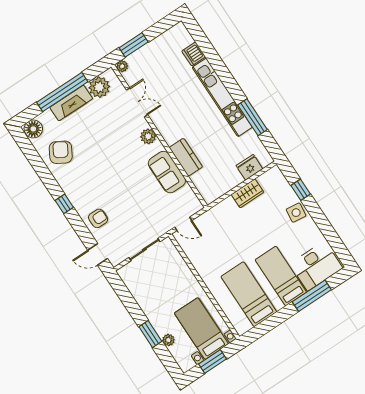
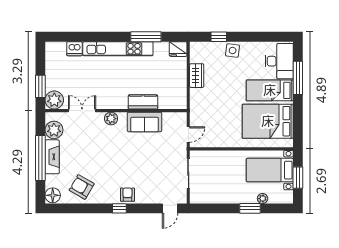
plant: (122, 66) -> (54, 100), width x1.87, depth x1.87
fridge: (249, 167) -> (178, 49), moved, turned -90
armchair: (98, 218) -> (127, 195), moved
bed: (249, 294) -> (268, 121), width x1.50

